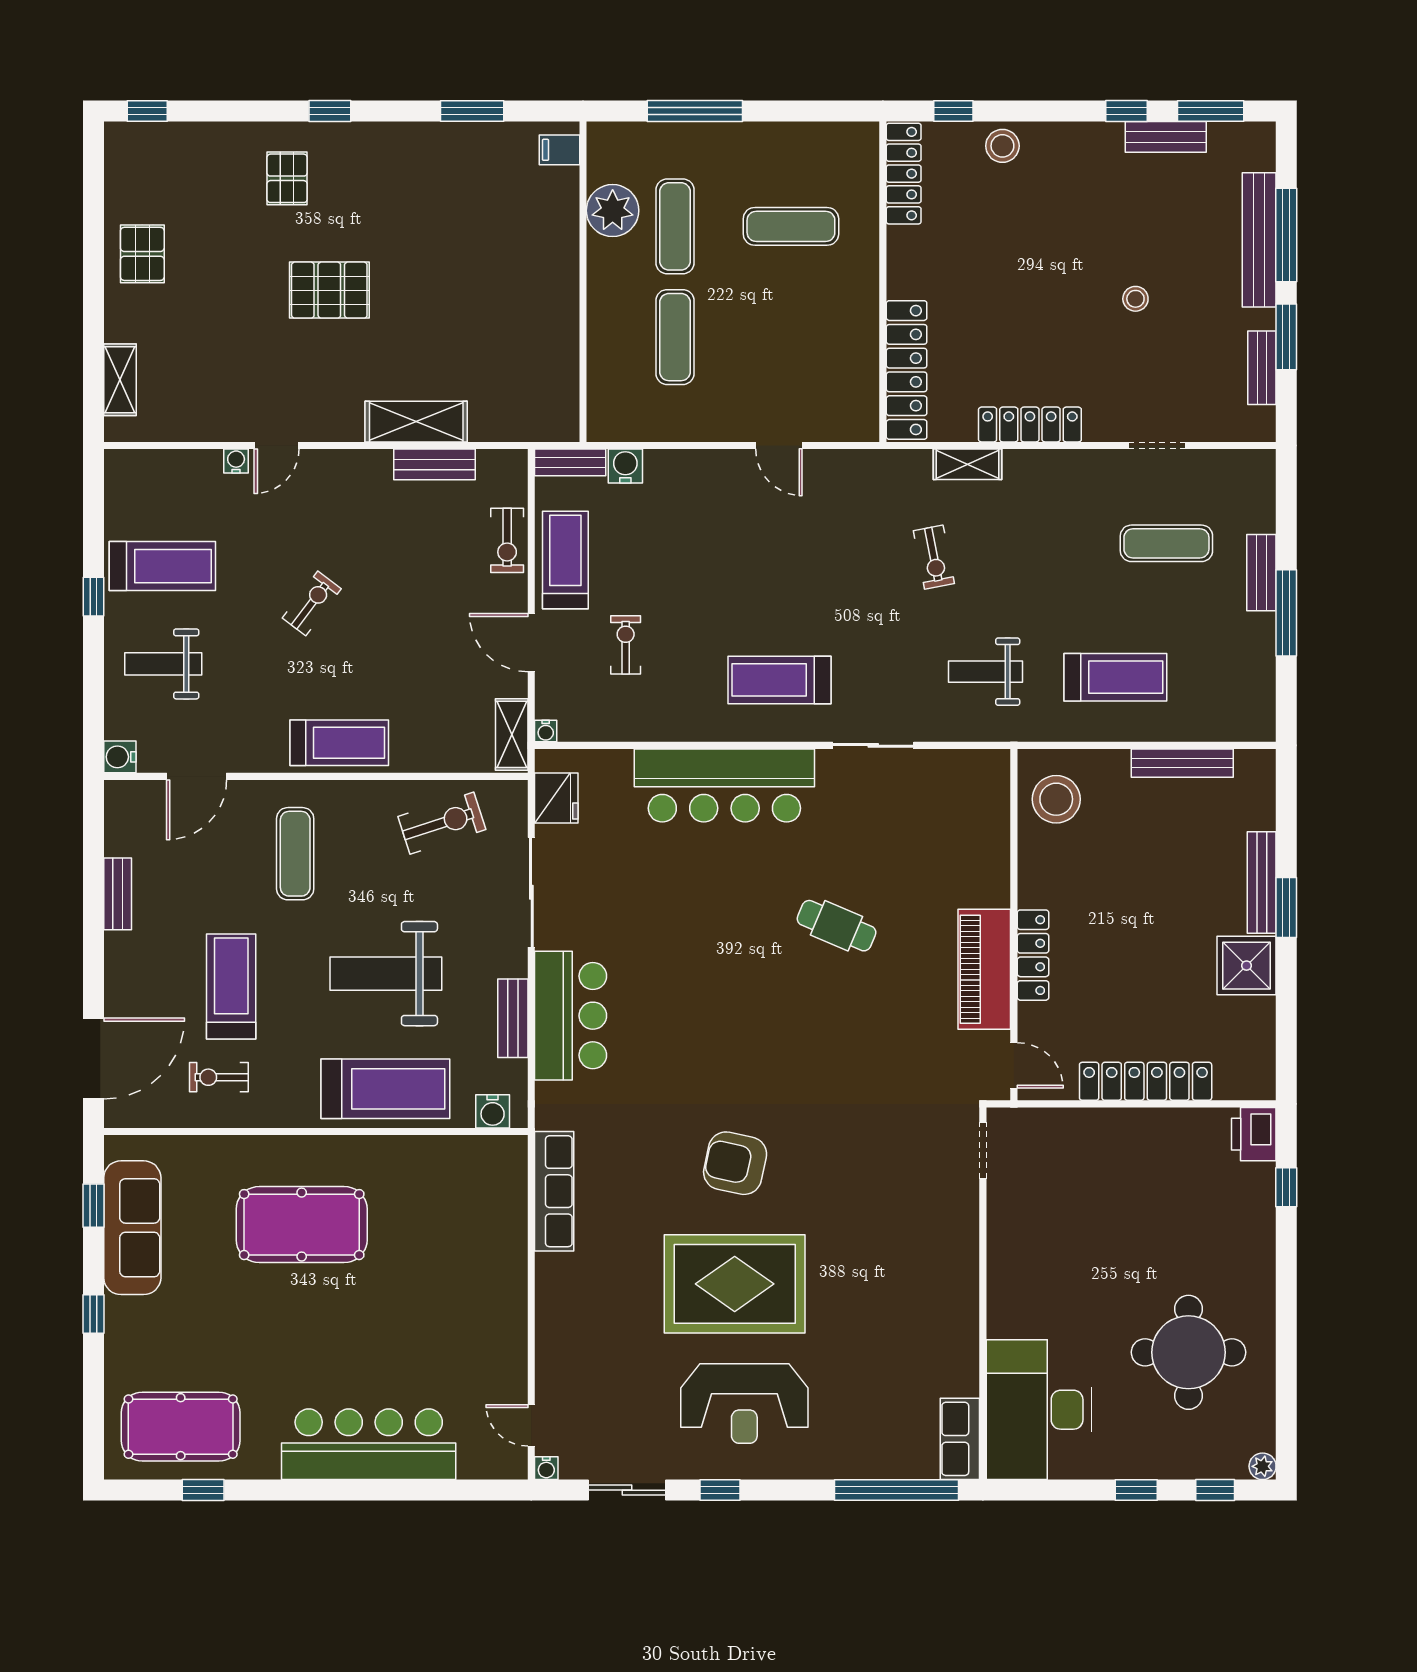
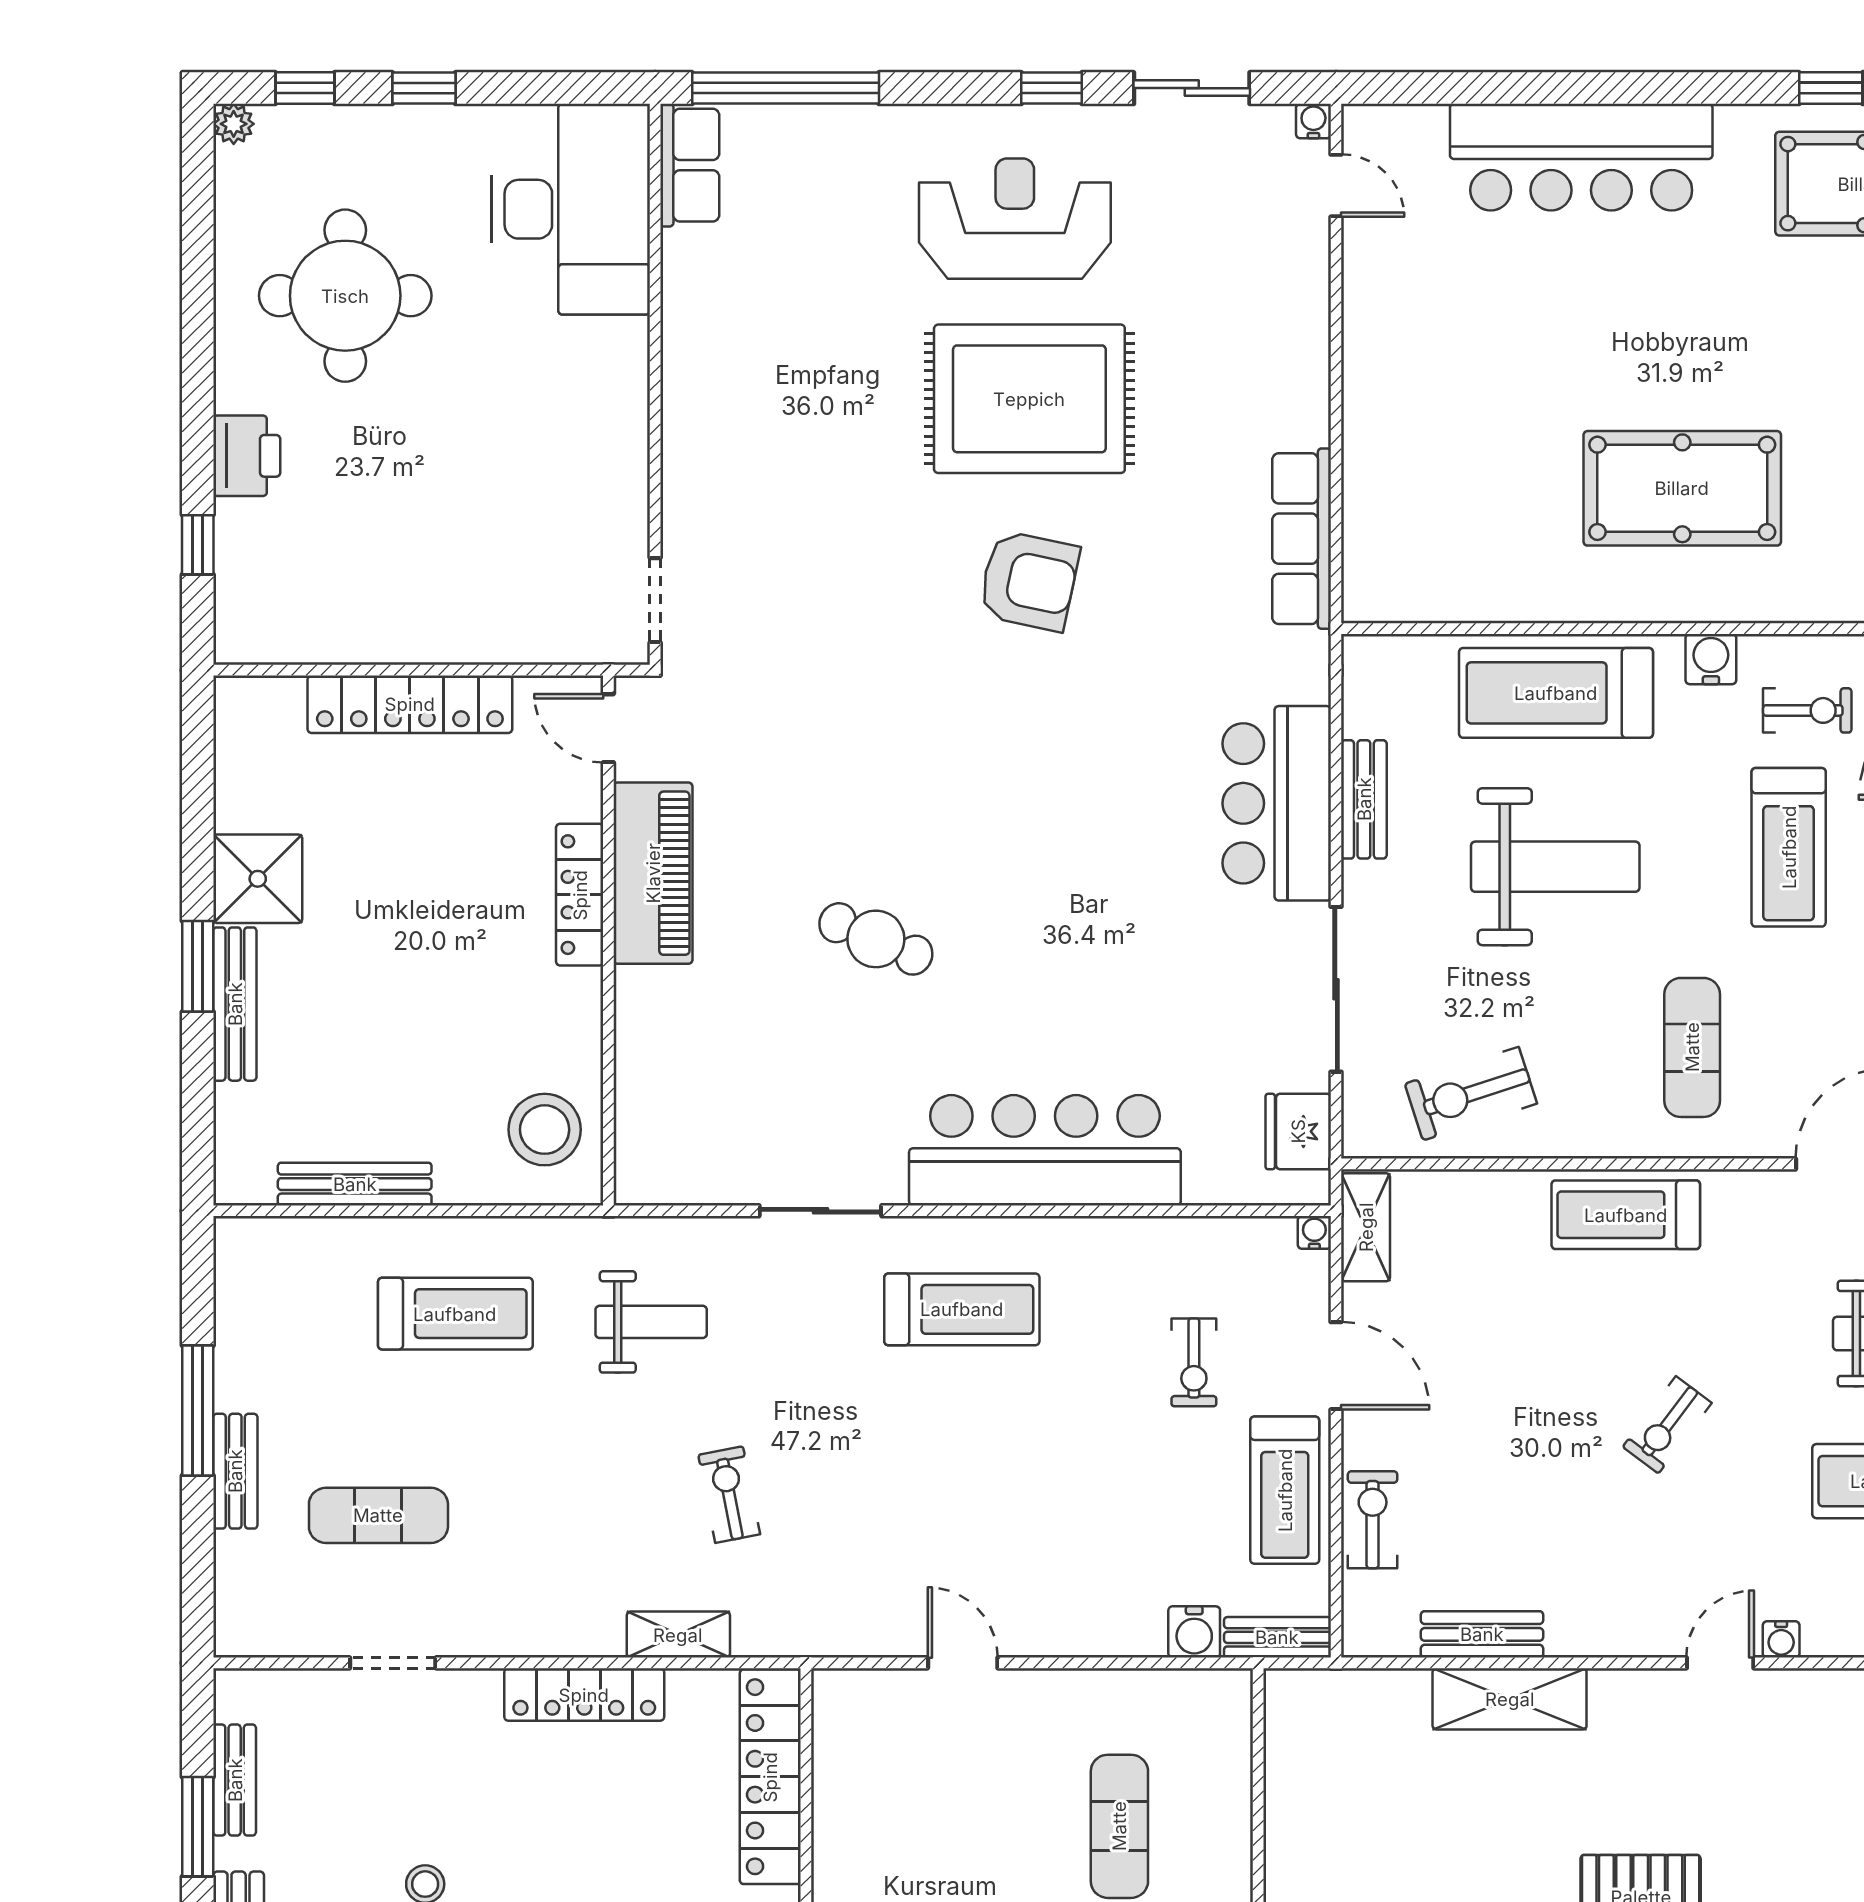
treadmill: (1115, 677) -> (455, 1314), turned 180
water cooler: (493, 1111) -> (1711, 659), moved
printer: (1254, 1134) -> (247, 456), moved

